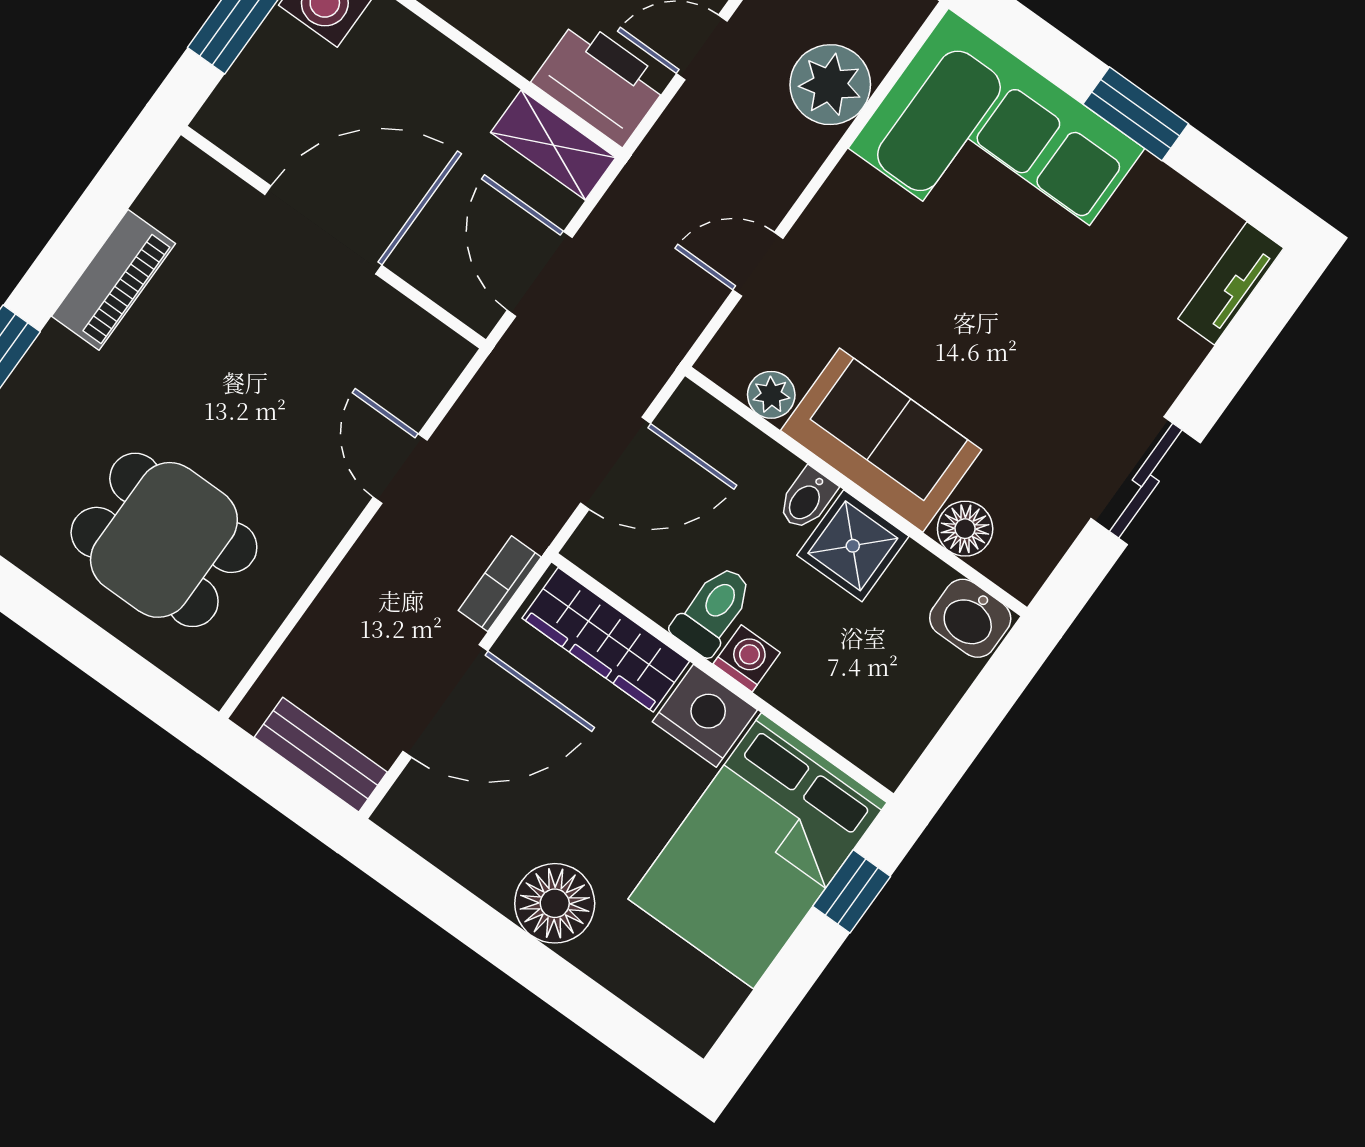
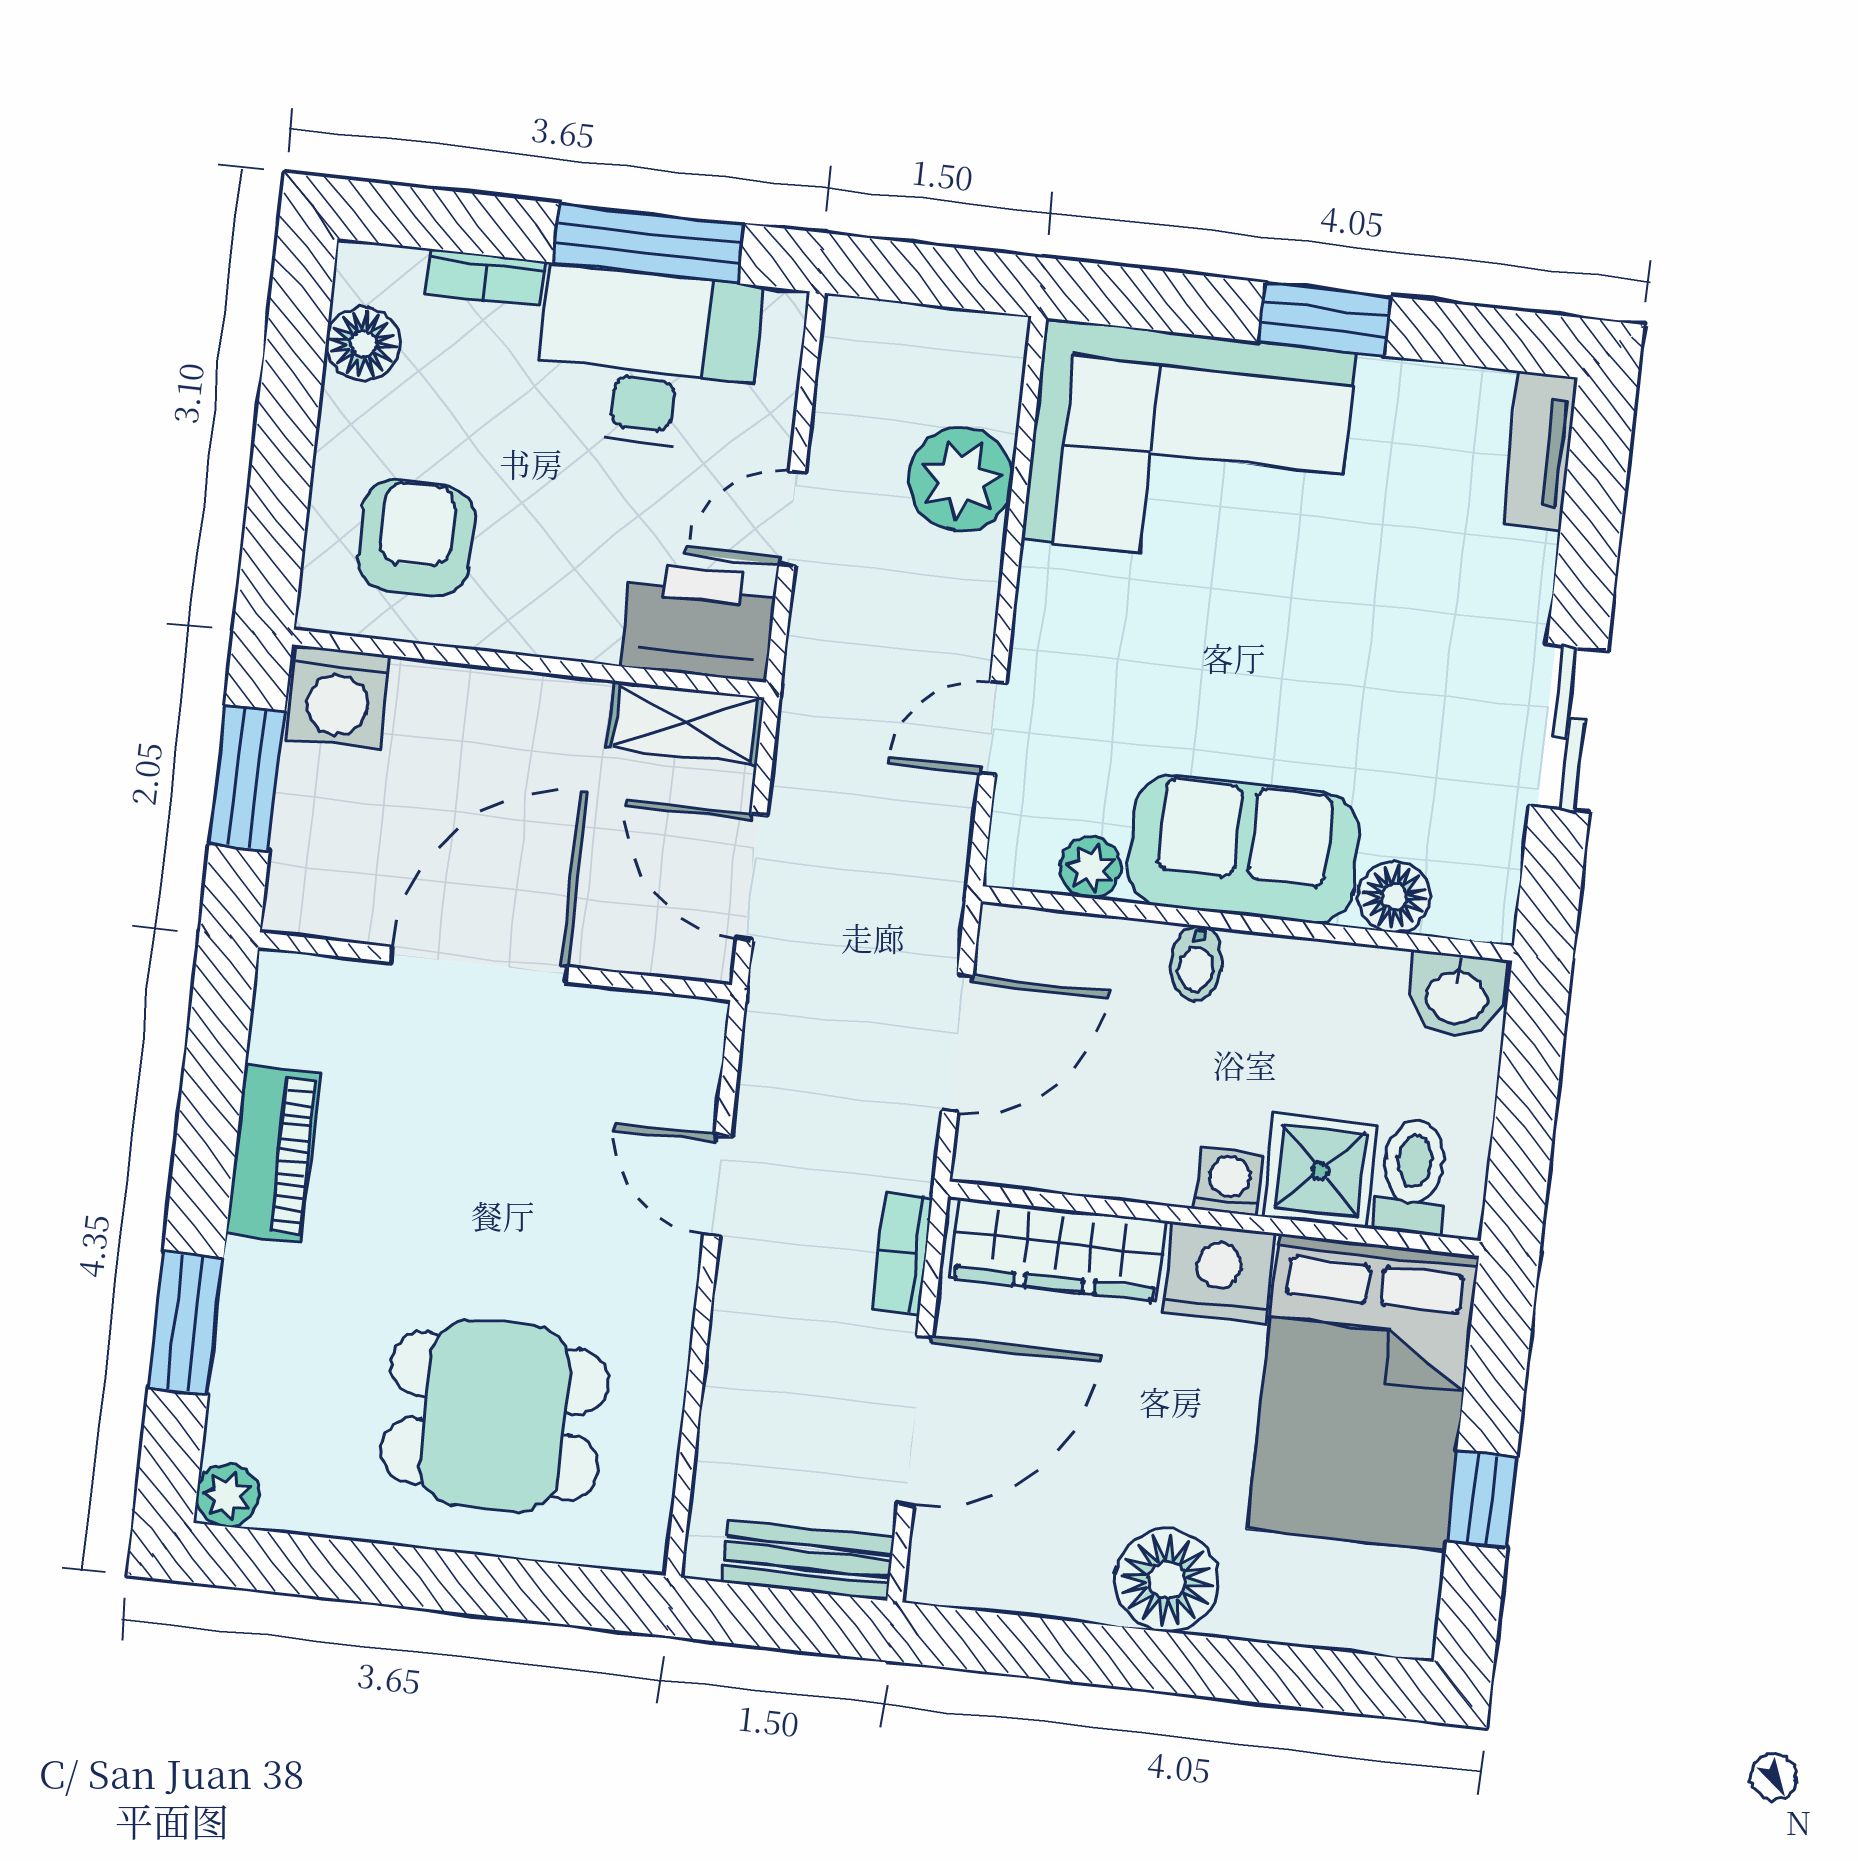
shower: (853, 546) -> (1320, 1171), moved
toilet: (713, 610) -> (1413, 1177), moved
window: (852, 891) -> (1482, 1499), moved

